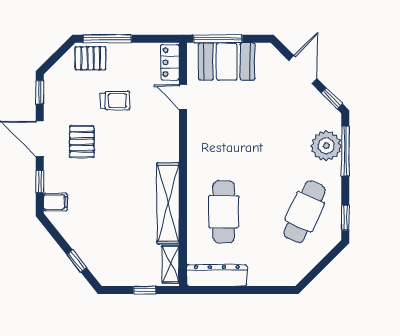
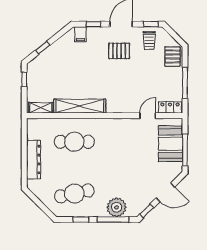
window: (107, 39) -> (185, 83), moved
window: (218, 39) -> (185, 150), moved
trolley: (115, 101) -> (149, 41), moved
cafe table: (305, 212) -> (74, 193), turned -36
window: (345, 218) -> (81, 220), moved
dresser: (217, 275) -> (34, 160), moved
window: (145, 290) -> (24, 79), moved

